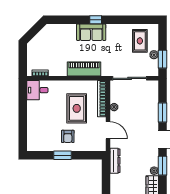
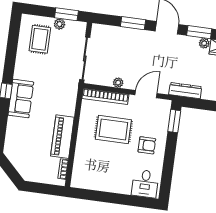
rug: (140, 41) -> (40, 39), turned 90
piano: (84, 69) -> (62, 137), moved
desk: (37, 90) -> (145, 184), moved
window: (63, 155) -> (174, 121), moved

